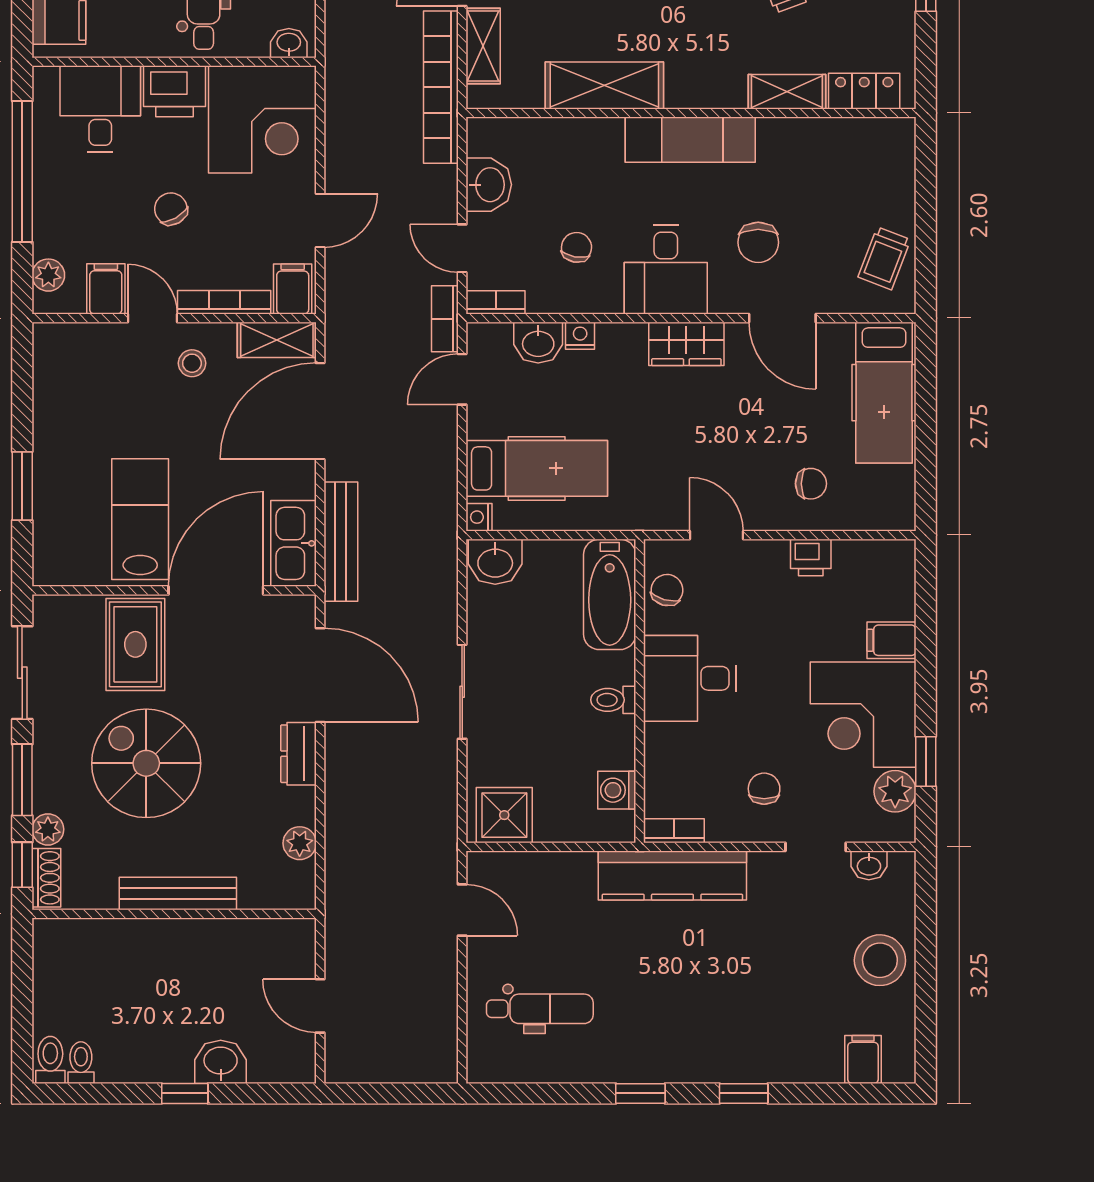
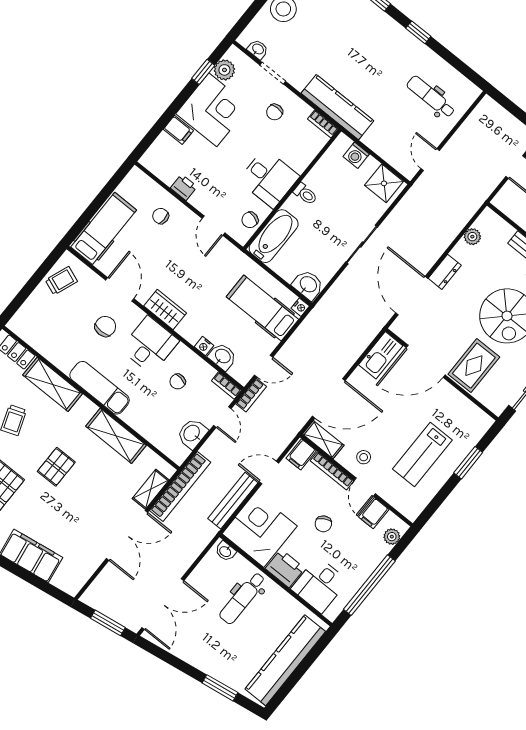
shelving: (787, 92) -> (53, 384), width x1.50, depth x1.33
lab bench: (140, 519) -> (422, 454), moved
bench: (341, 542) -> (233, 501), moved
washing machine: (617, 790) -> (356, 155), moved, turned 90

